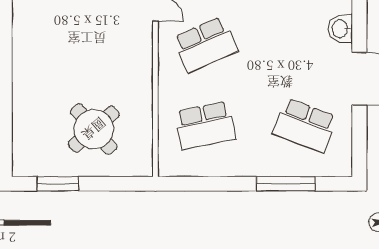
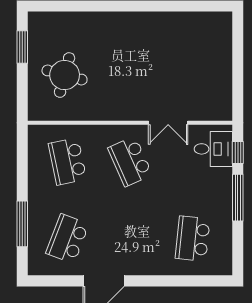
washbasin: (341, 29) -> (142, 266), removed
round table: (94, 129) -> (65, 75), turned -34

